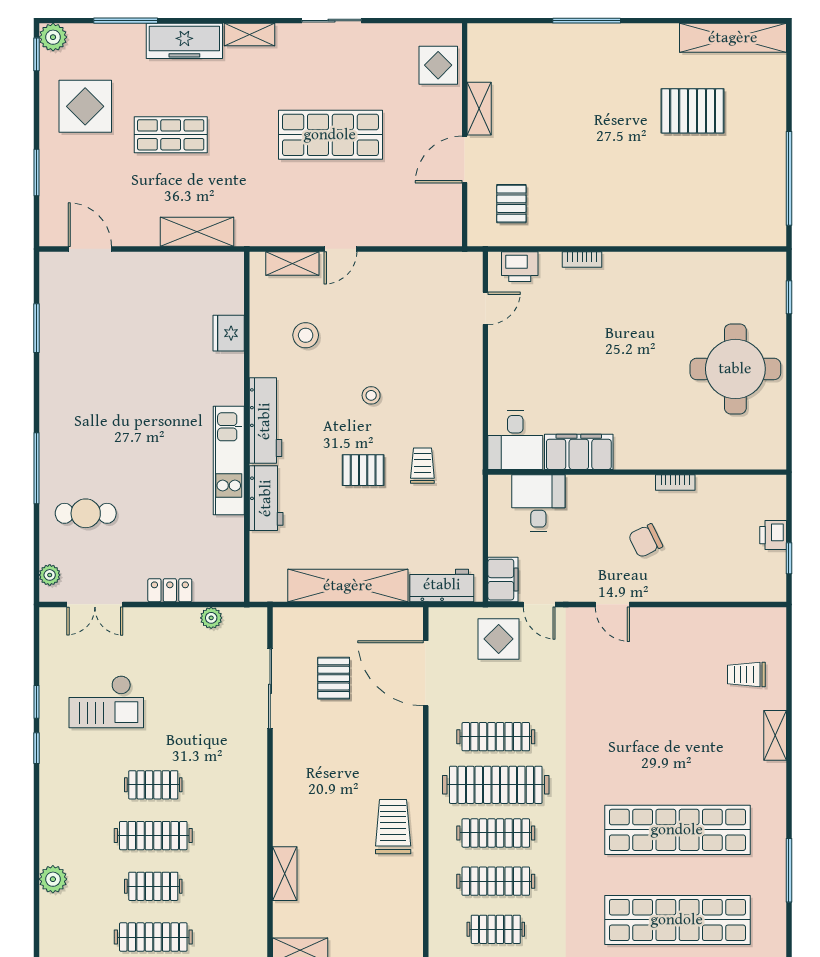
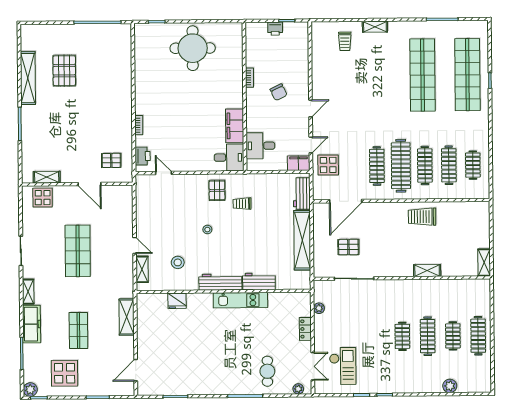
shelving: (733, 38) -> (28, 78), moved
shelving: (479, 109) -> (47, 177), moved
pallet: (363, 470) -> (217, 190), moved
checkout: (106, 702) -> (343, 366), moved
shelving: (285, 874) -> (427, 271), moved

